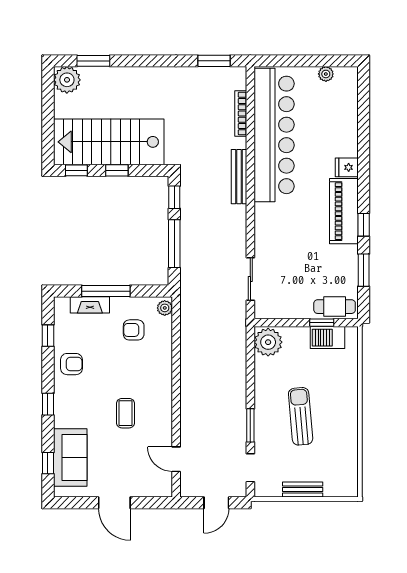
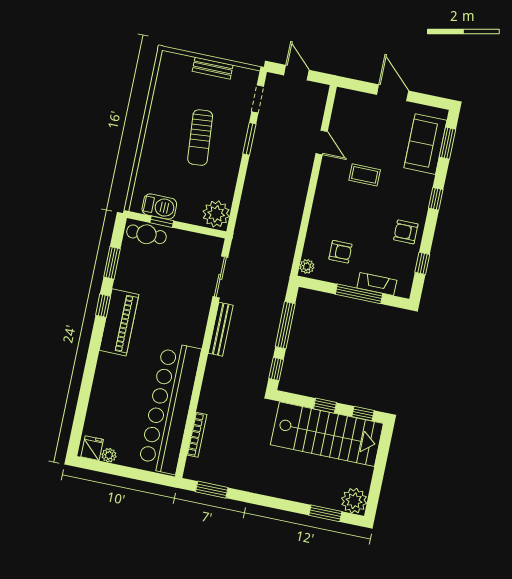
fridge: (347, 167) -> (92, 448), moved, turned -90
bench: (239, 177) -> (221, 329), moved
coffee table: (125, 413) -> (365, 175), turned 90
door: (176, 459) -> (322, 142), moved
window: (48, 463) -> (447, 143), width x1.50
door: (216, 503) -> (296, 73), hinge flipped

